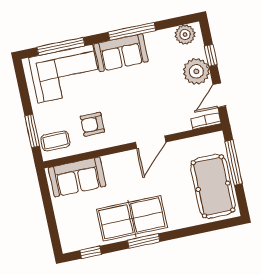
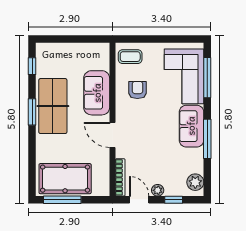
plant: (196, 71) -> (158, 190), width x0.53, depth x0.53
bookcase: (206, 121) -> (120, 177), width x1.56
window: (32, 131) -> (142, 39), removed
coffee table: (55, 141) -> (130, 57), turned 90
window: (234, 162) -> (62, 200), moved
sofa: (77, 177) -> (97, 93), moved

